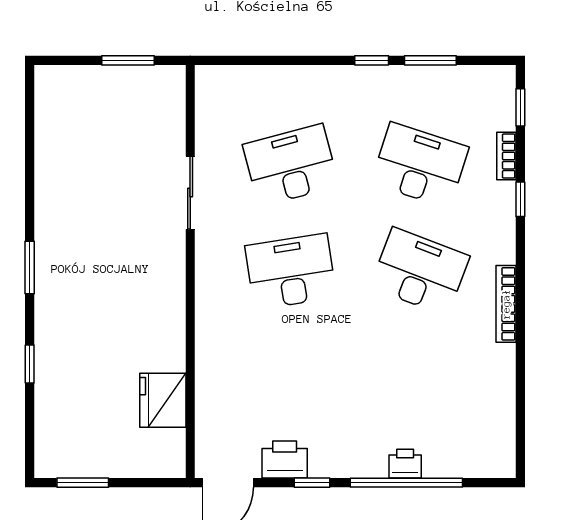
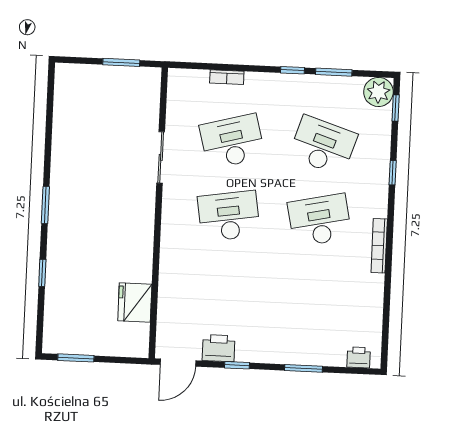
plant: (495, 86) -> (378, 92), added
bookcase: (506, 156) -> (227, 77), moved, turned -90
desk: (420, 271) -> (320, 220), turned -33
printer: (405, 464) -> (359, 357), moved
window: (406, 483) -> (304, 368), width x0.47

